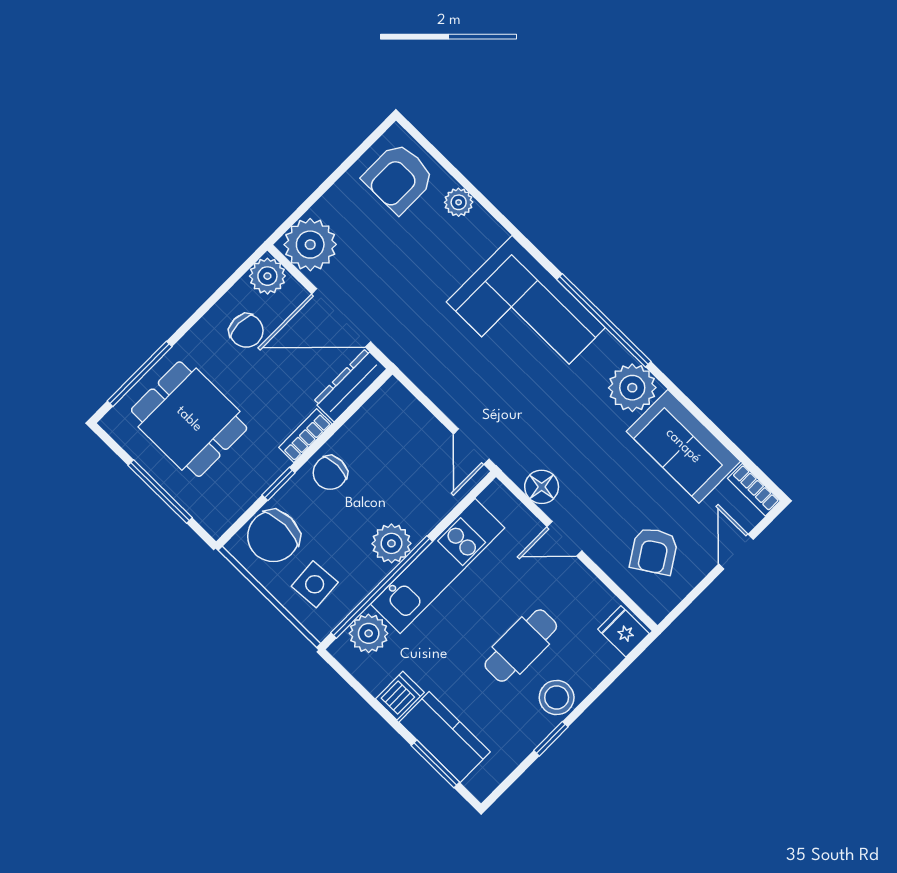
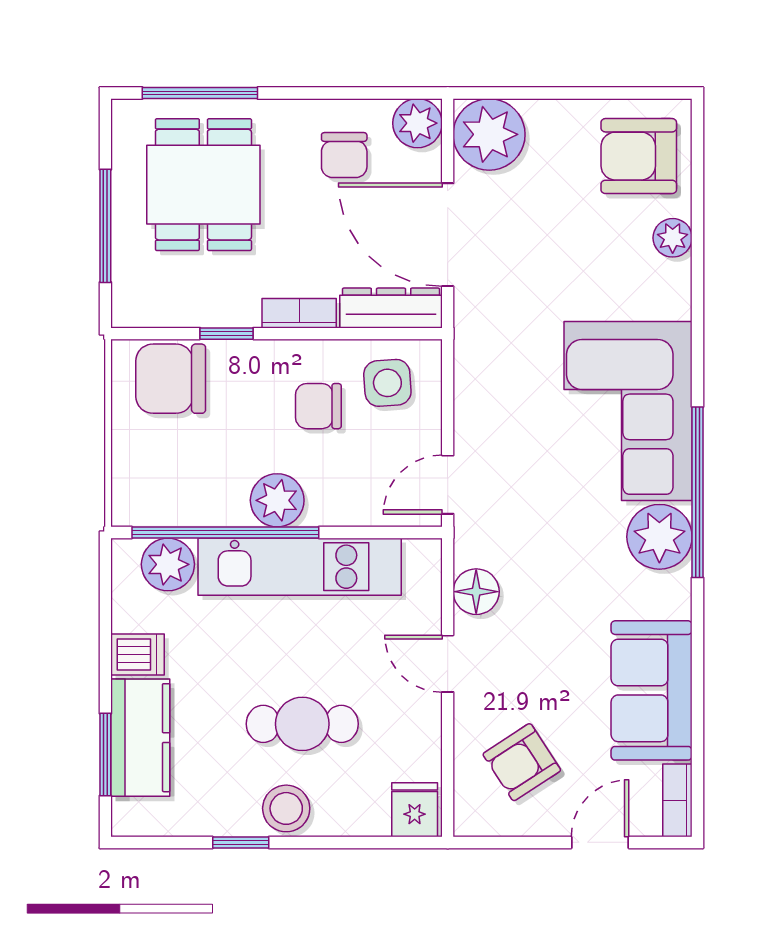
plant: (632, 388) -> (659, 537), moved
chair: (330, 473) -> (318, 406), moved
side table: (315, 584) -> (387, 383), moved

